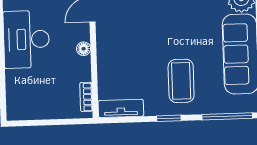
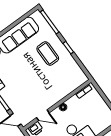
coffee table: (181, 81) -> (48, 54), turned 90
tv unit: (121, 108) -> (78, 72), removed

